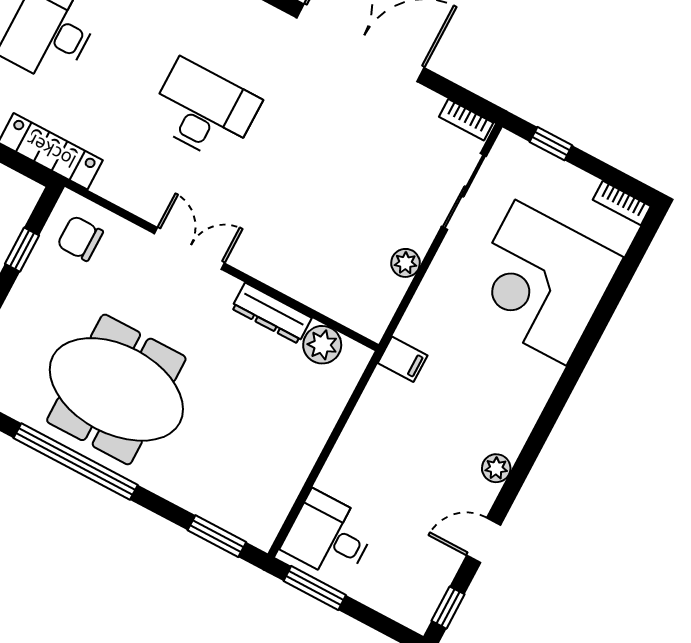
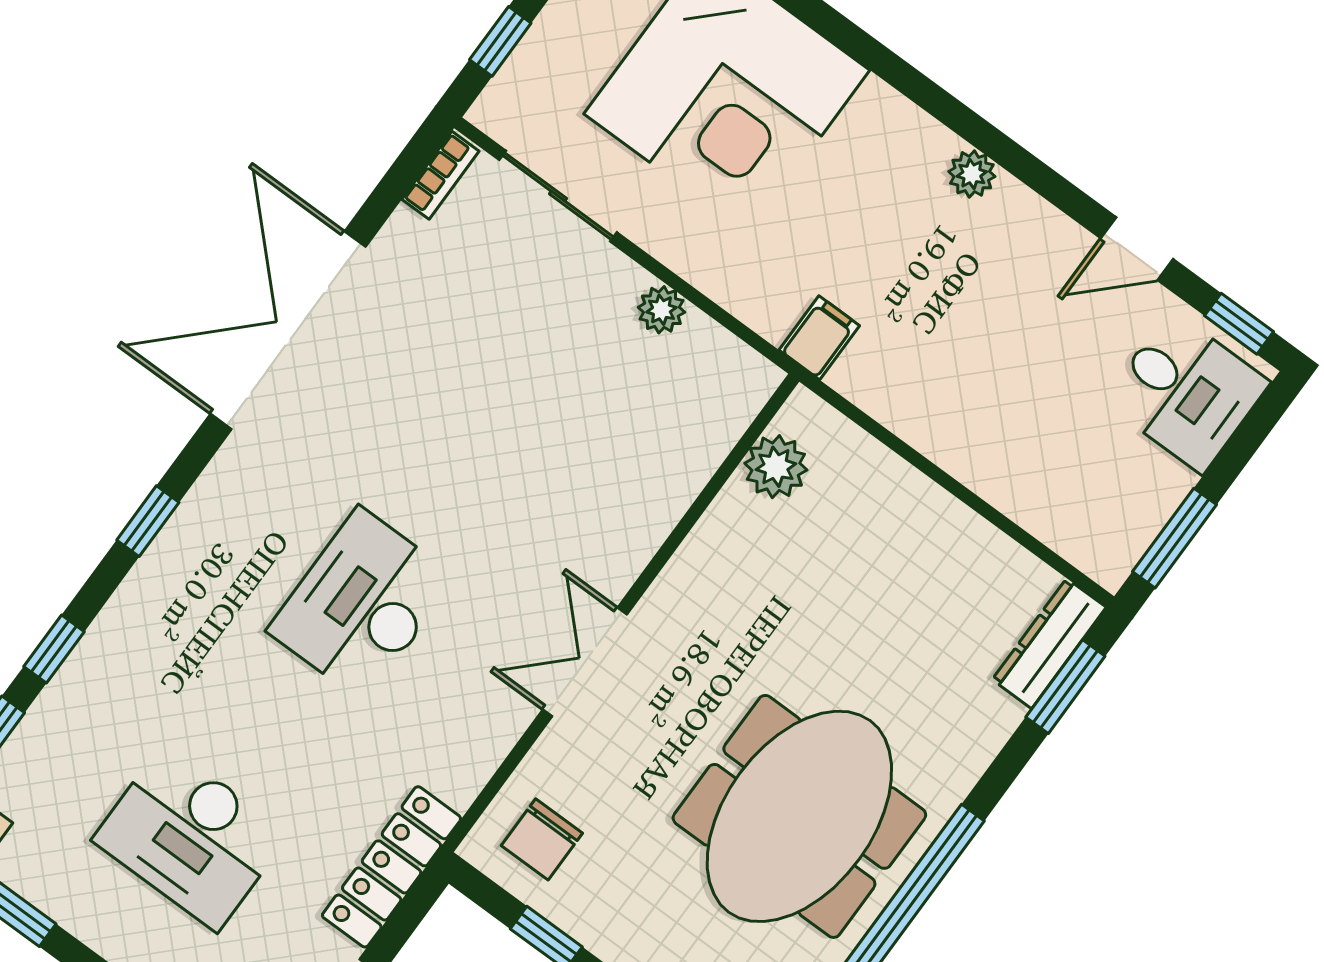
dresser: (272, 313) -> (1049, 643), moved, turned 180
plant: (496, 468) -> (972, 174), moved
desk: (329, 536) -> (1186, 392), moved, turned -90
door: (484, 540) -> (1137, 249), hinge flipped

